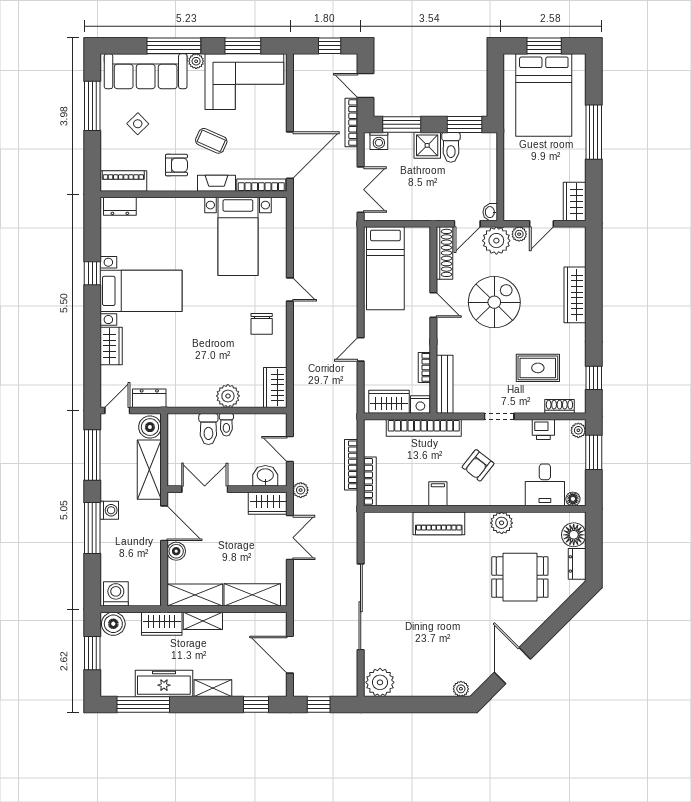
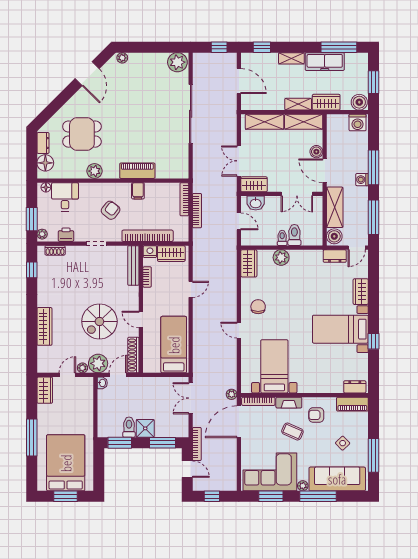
washing machine: (379, 141) -> (178, 431), removed
rug: (538, 368) -> (70, 277), removed
plant: (301, 490) -> (232, 394), moved

